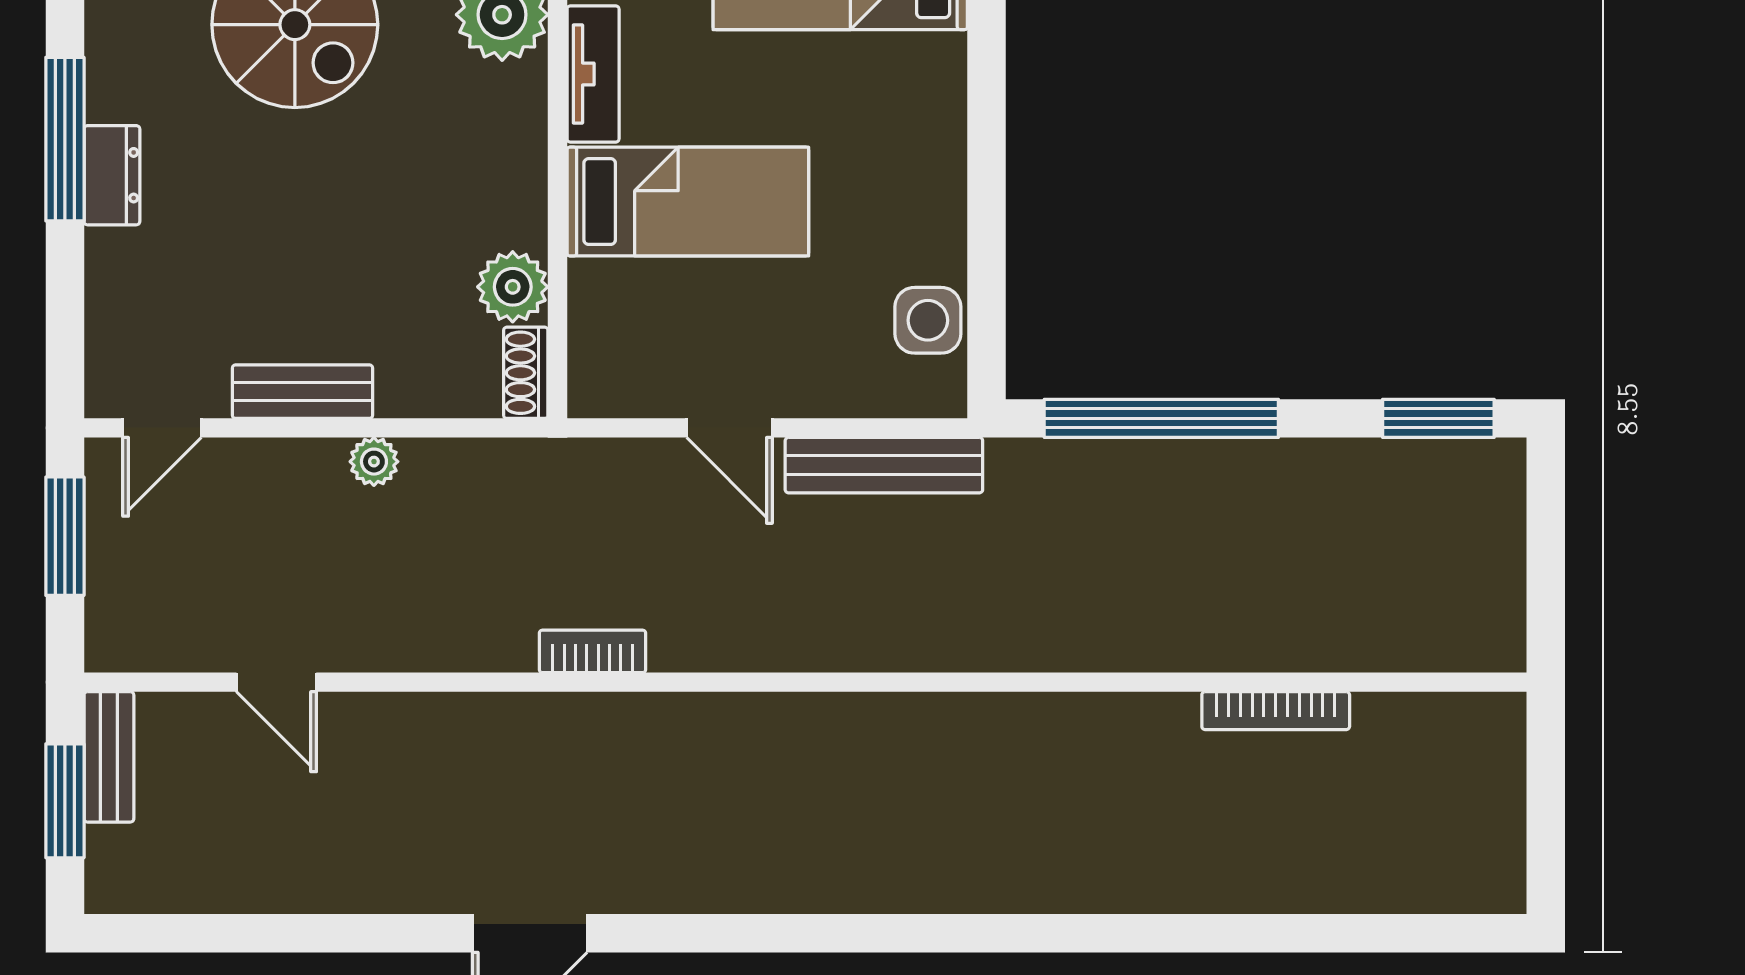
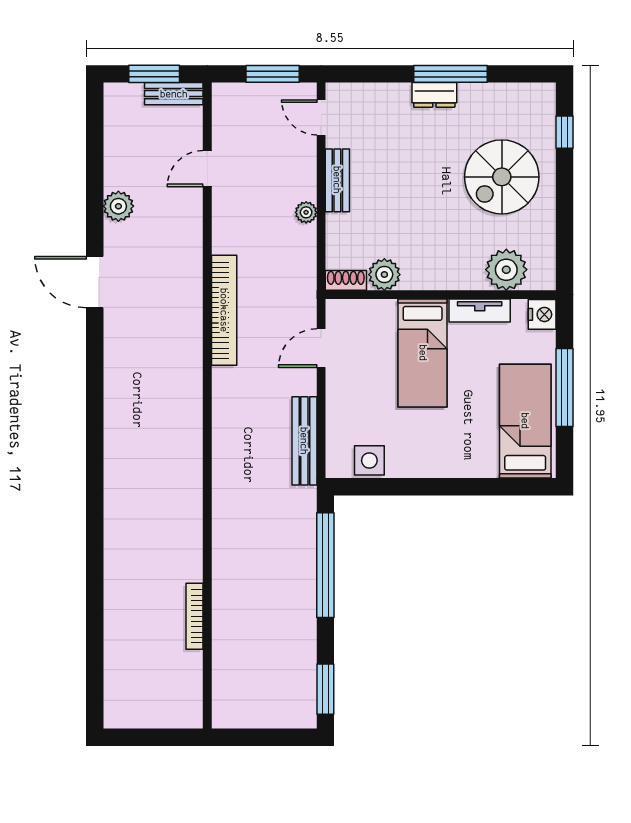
door: (729, 428) -> (321, 348), moved
bookcase: (593, 651) -> (224, 310), width x2.31, depth x1.31
plant: (360, 880) -> (118, 206), added

